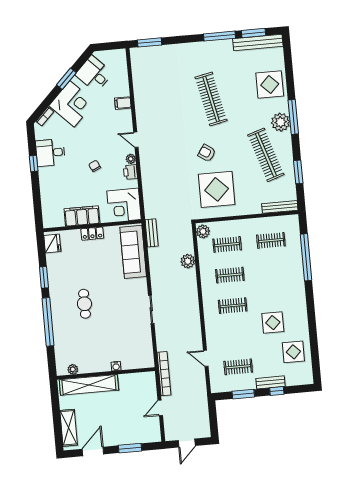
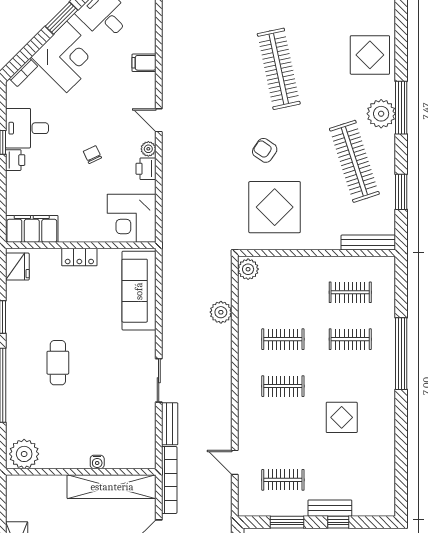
printer: (45, 174) -> (15, 160), added
filing cabinet: (82, 216) -> (32, 229), moved
bench: (152, 233) -> (170, 424), moved
clothes rail: (227, 244) -> (350, 339), moved
window: (306, 257) -> (401, 354), moved
display table: (293, 352) -> (369, 465), removed
plant: (73, 369) -> (24, 454), width x1.88, depth x1.88
shelving: (89, 385) -> (112, 487), moved

